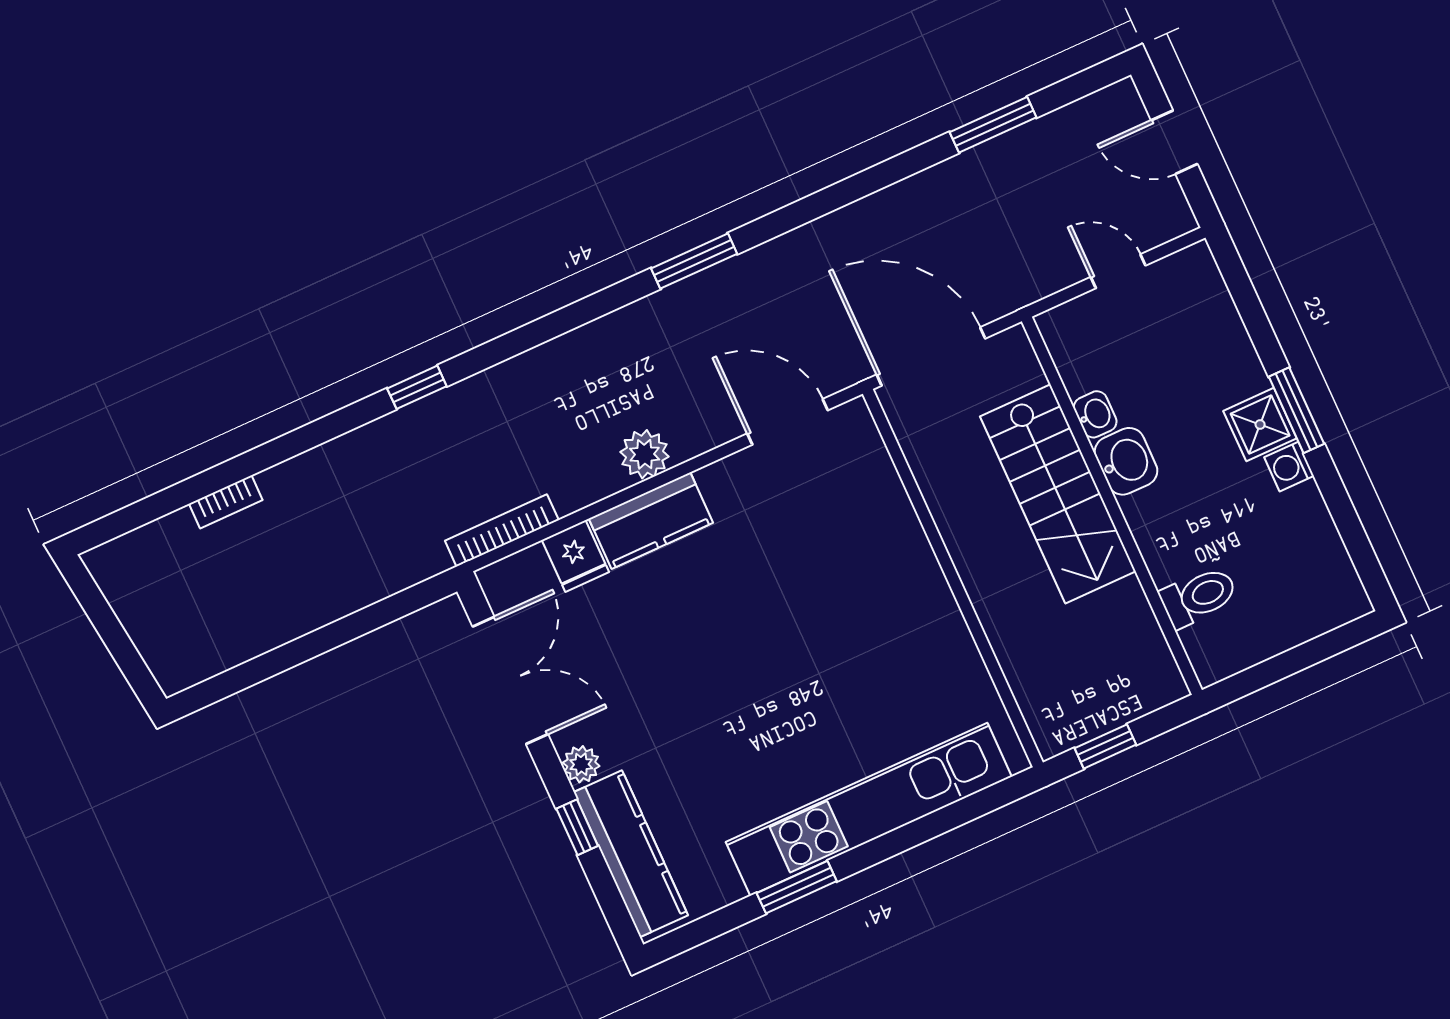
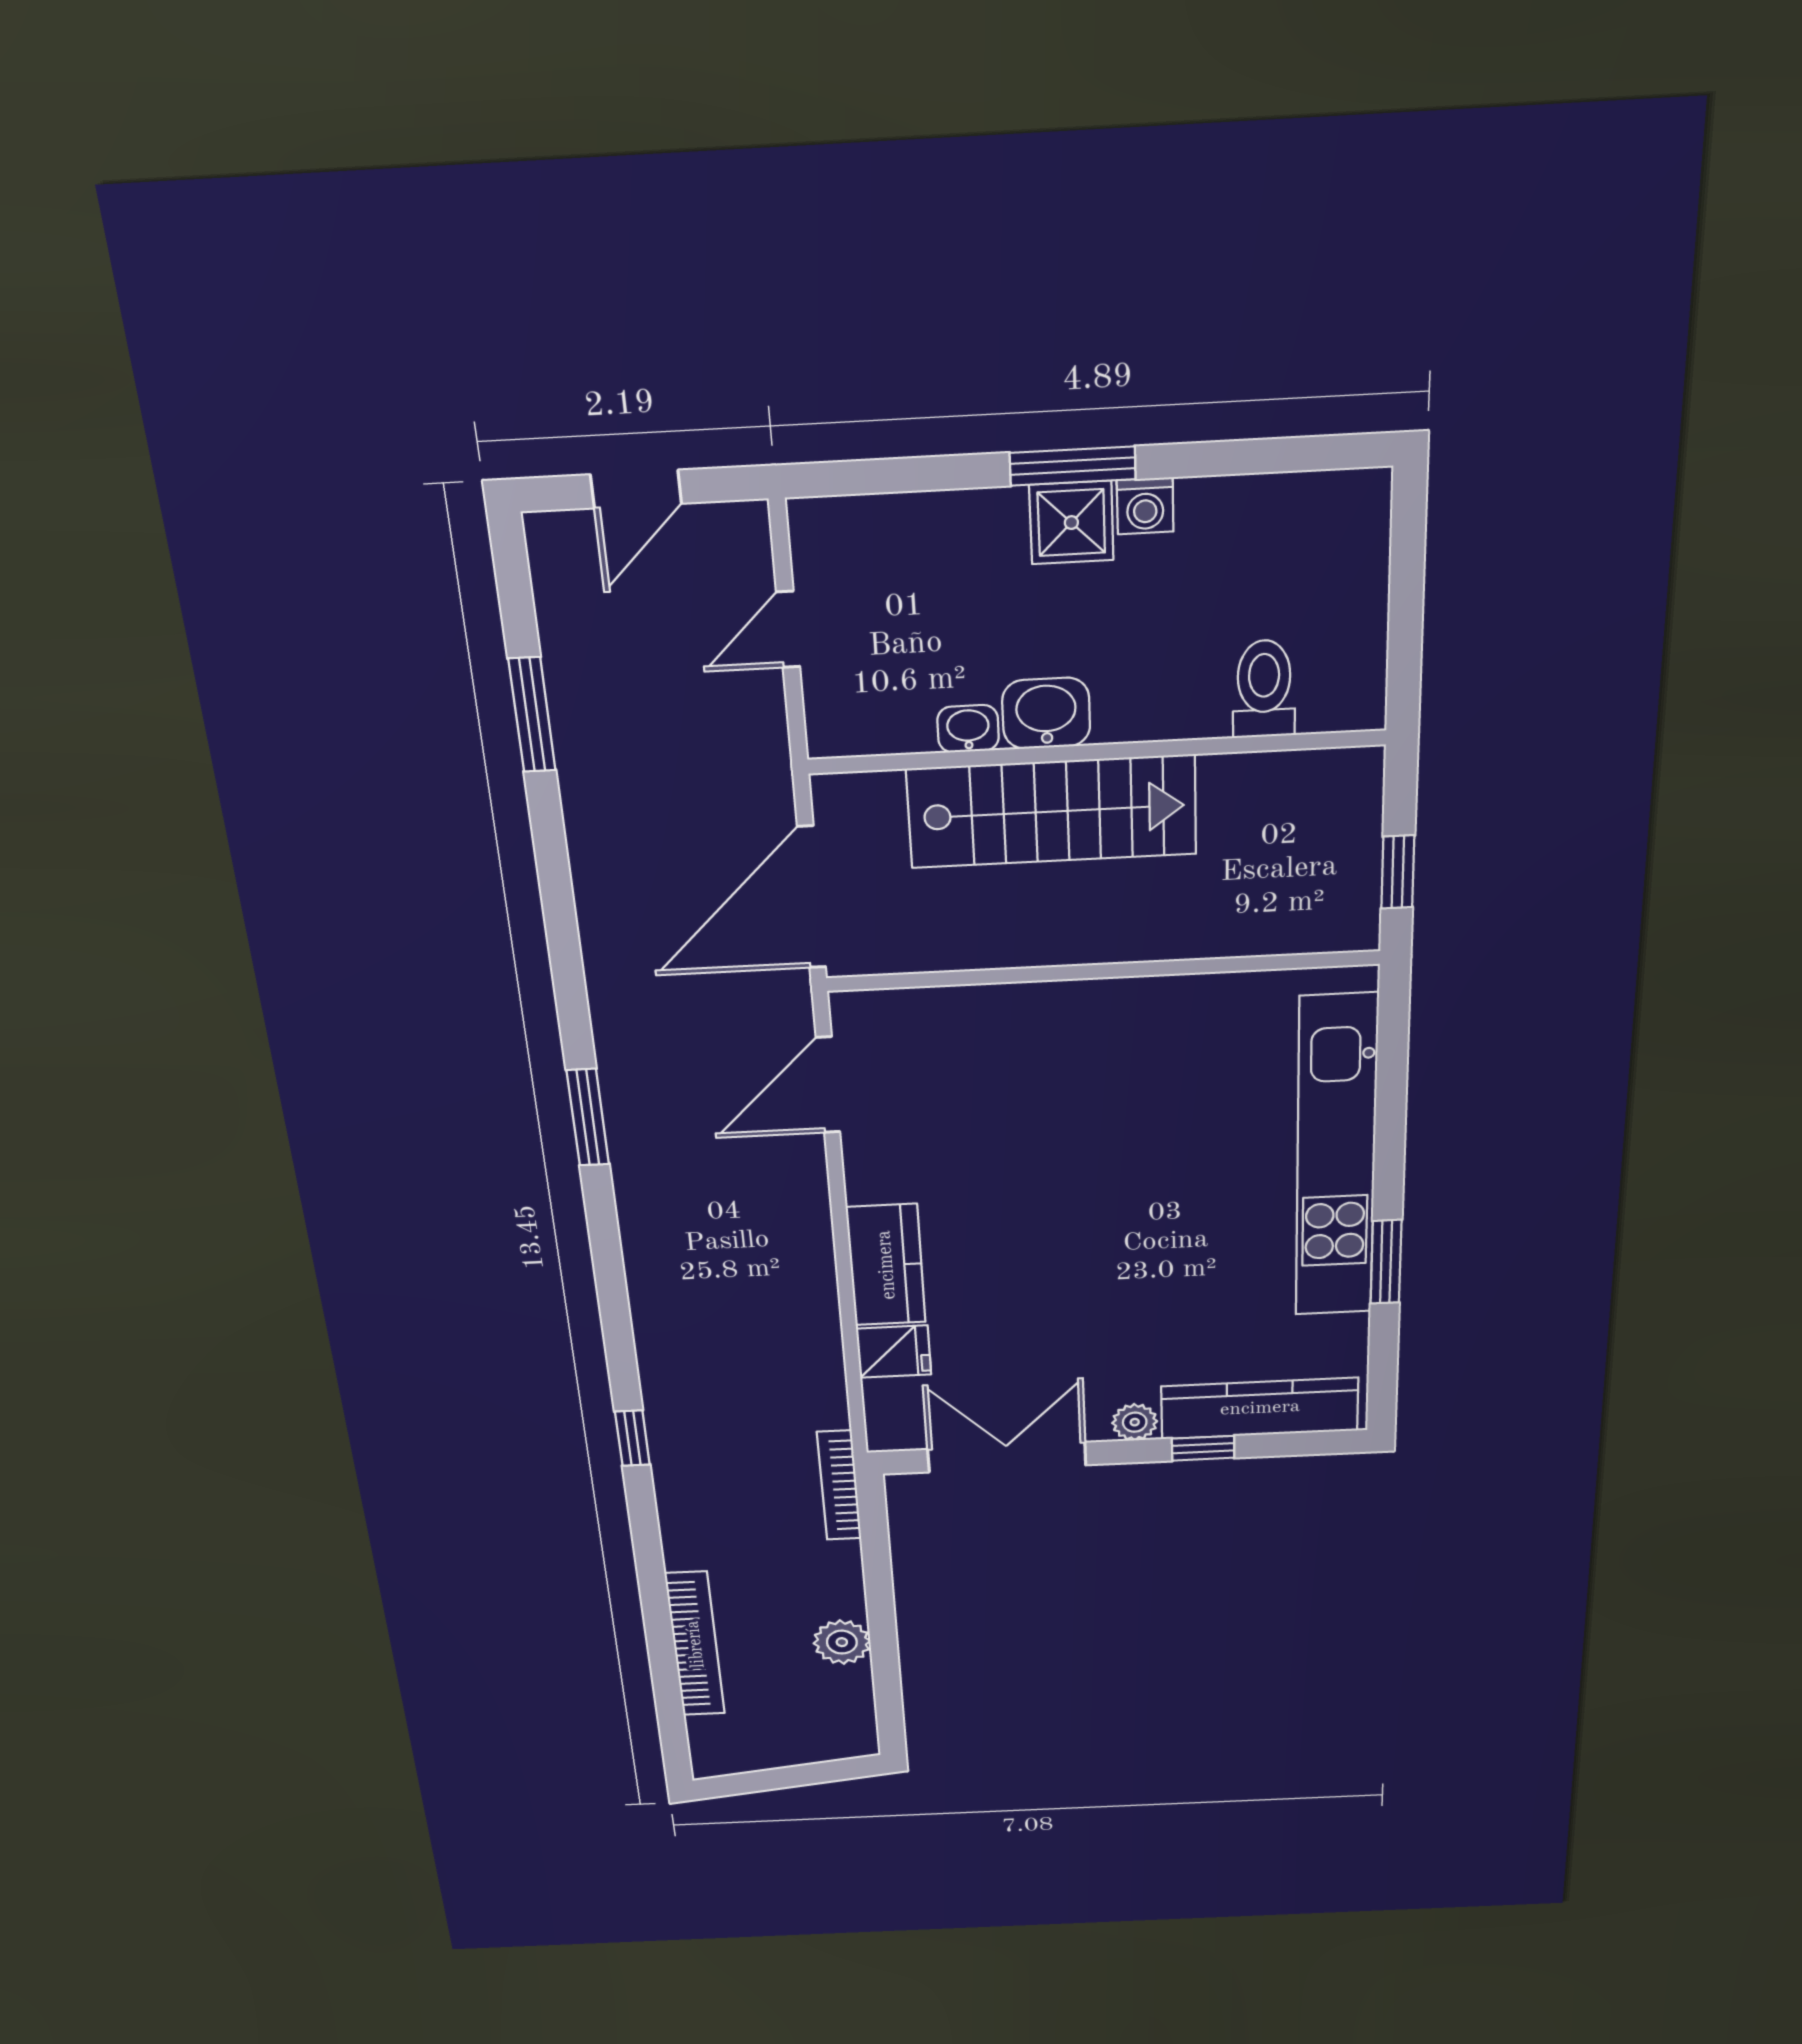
plant: (645, 454) -> (842, 1642), moved
bookcase: (226, 502) -> (695, 1644), width x2.31, depth x1.31
bookcase: (502, 530) -> (839, 1485), moved

